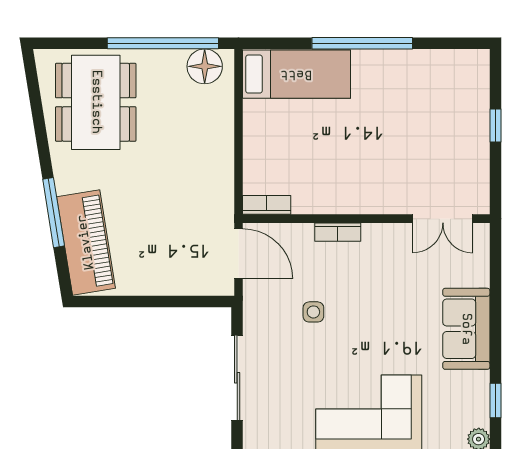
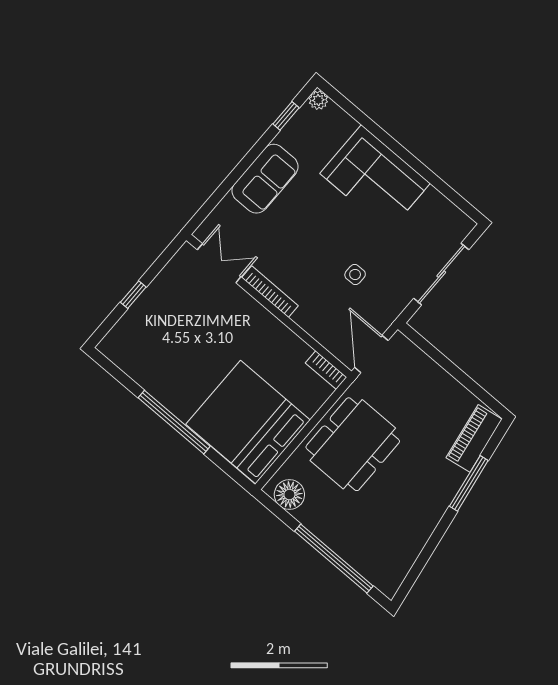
window: (163, 43) -> (334, 559), moved
bed: (296, 74) -> (248, 422), width x2.04
dining table: (96, 102) -> (353, 444), moved
bookcase: (338, 232) -> (270, 292), moved, width x1.56
piano: (86, 242) -> (474, 438), width x0.73, depth x0.75

